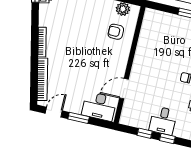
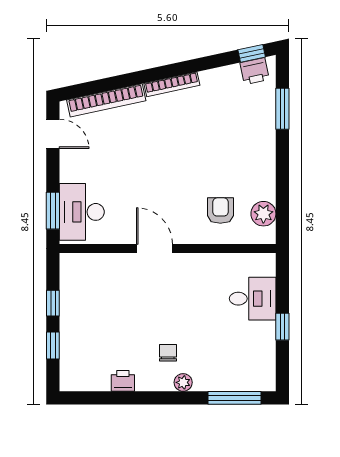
door: (124, 89) -> (154, 249), moved
window: (79, 118) -> (53, 211), moved
desk: (163, 121) -> (253, 299), moved, turned 180

